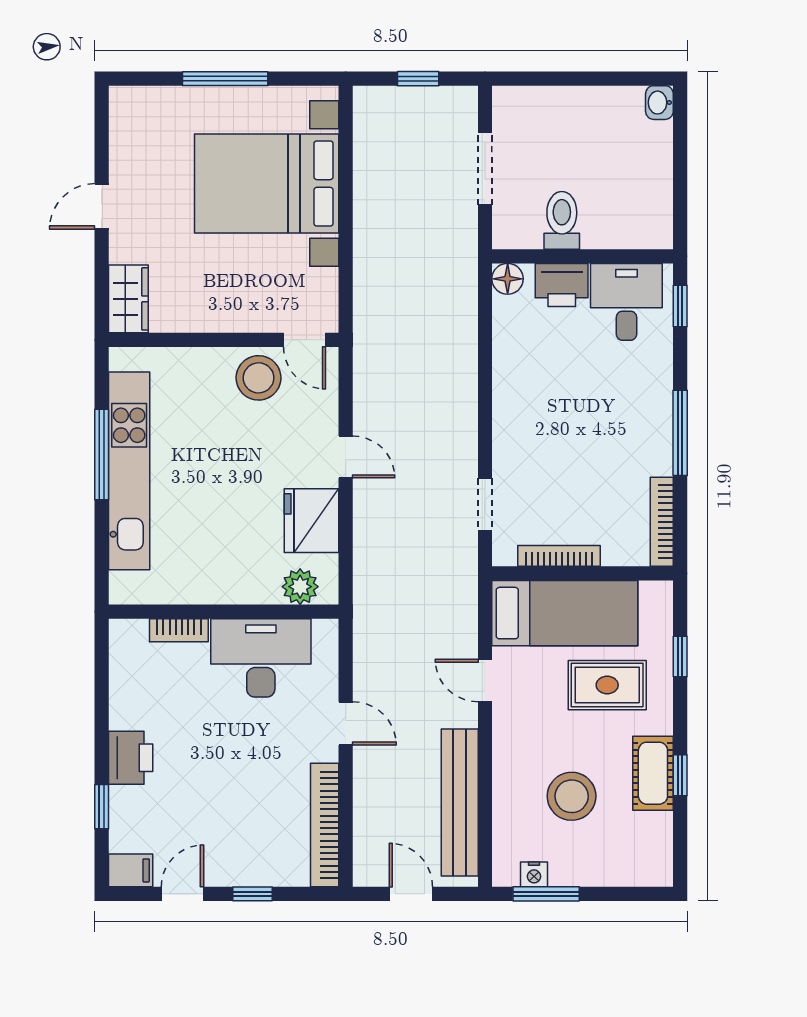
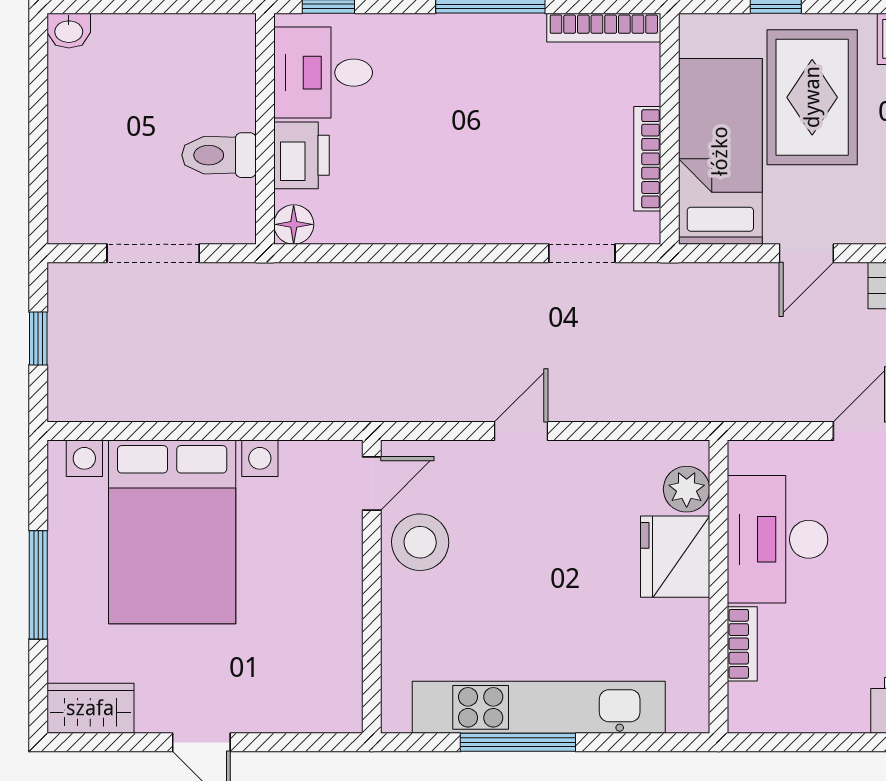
wardrobe: (128, 299) -> (90, 708), moved
fridge: (312, 521) -> (675, 557), moved, turned 90
rug: (607, 685) -> (812, 97), width x1.36, depth x1.43

